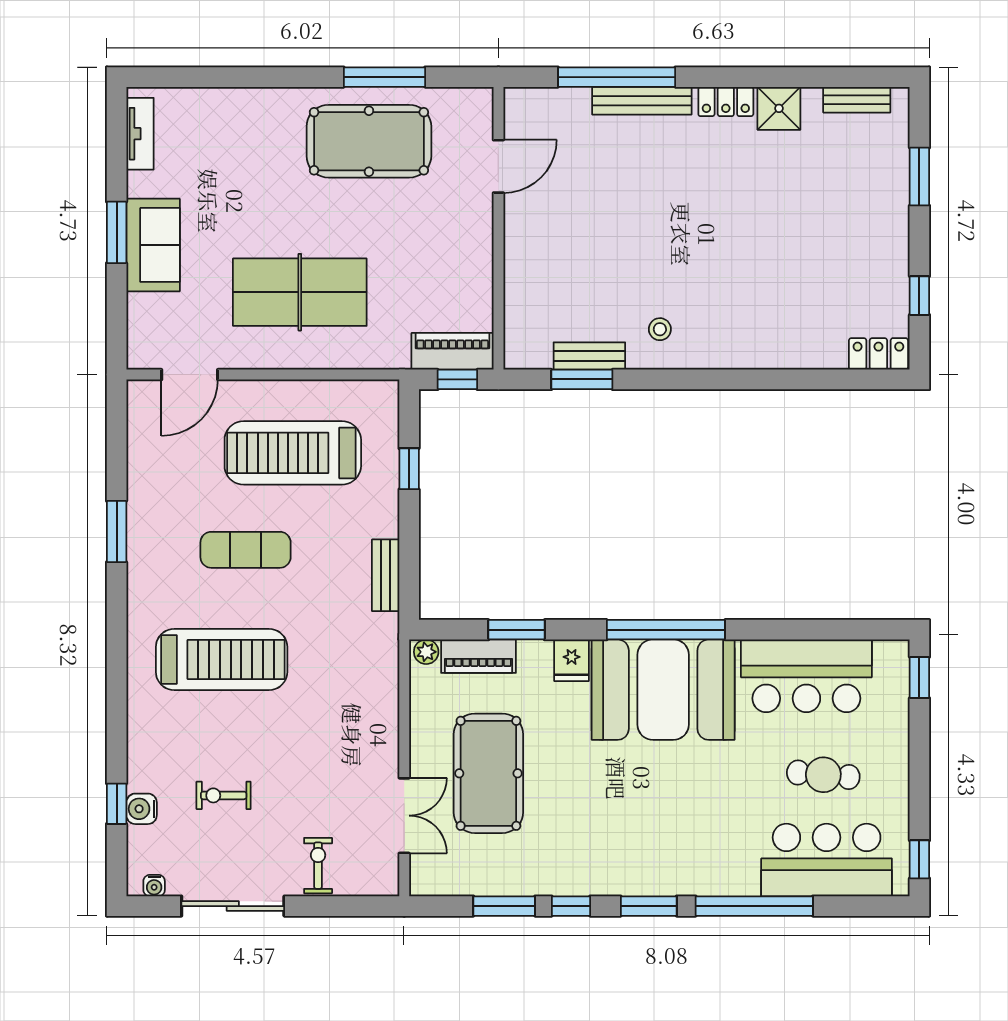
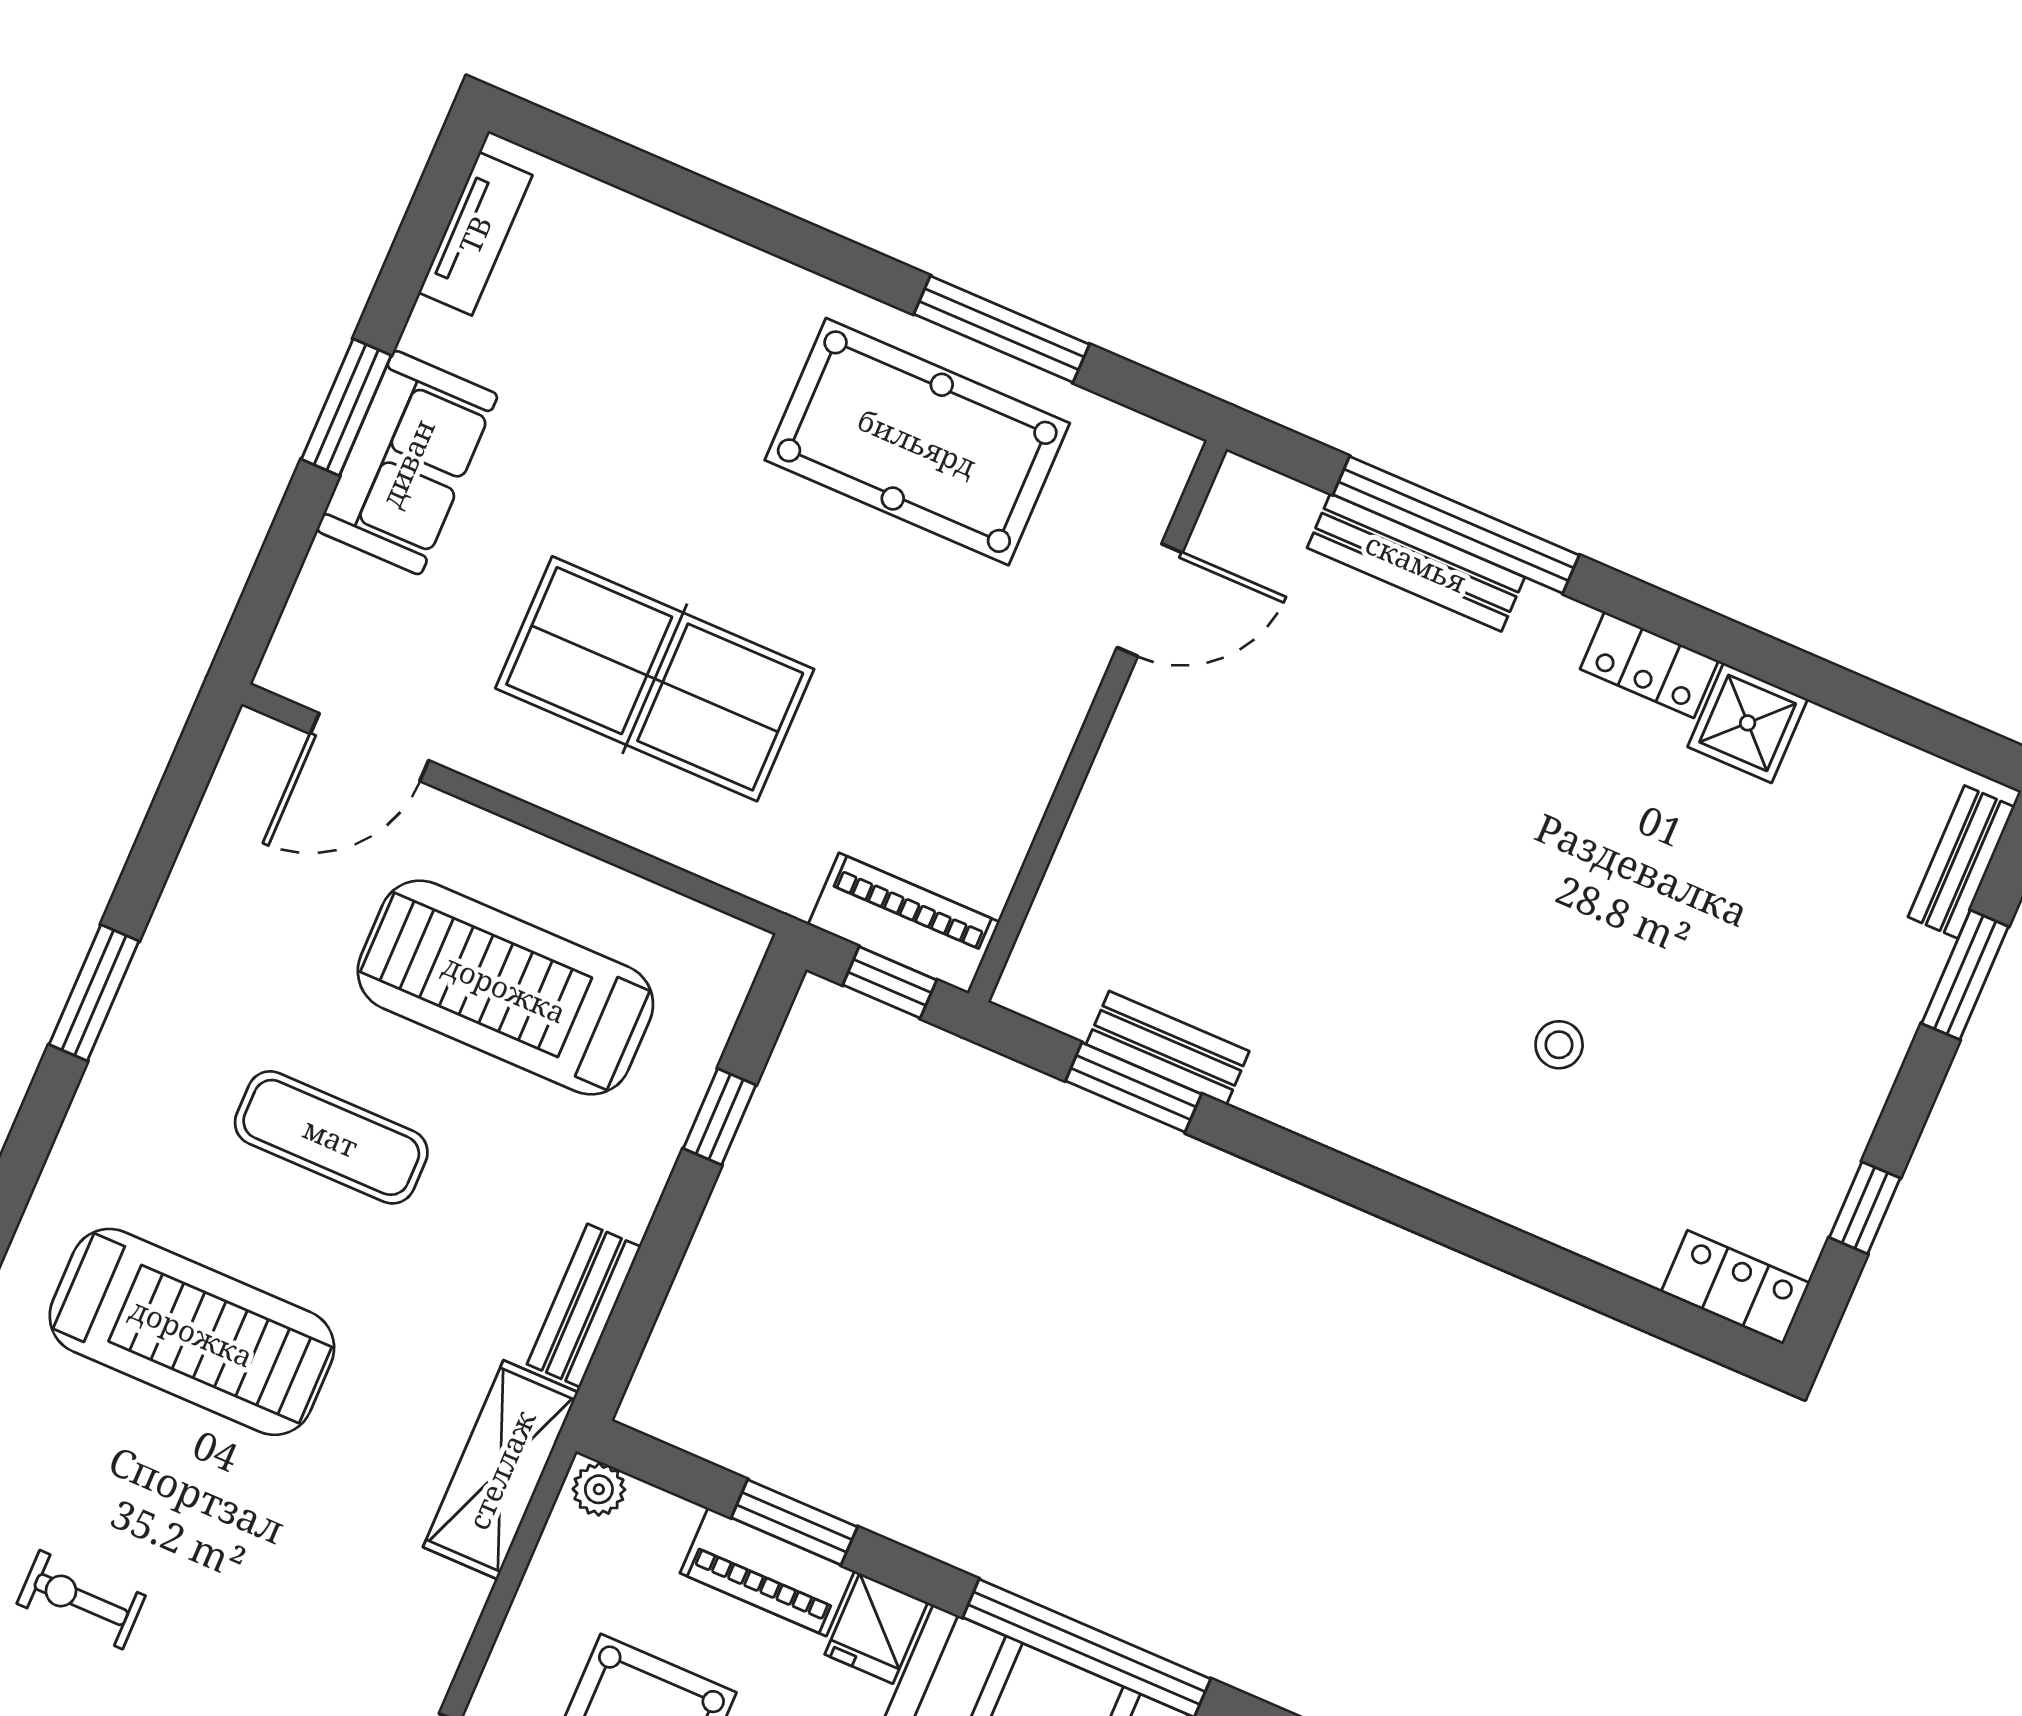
bench: (857, 100) -> (1961, 862), moved, turned 90
bench: (642, 101) -> (1416, 562), moved
stool: (660, 329) -> (1559, 1045), moved
piano: (479, 656) -> (767, 1572), moved
shelving: (380, 662) -> (501, 1470), added

